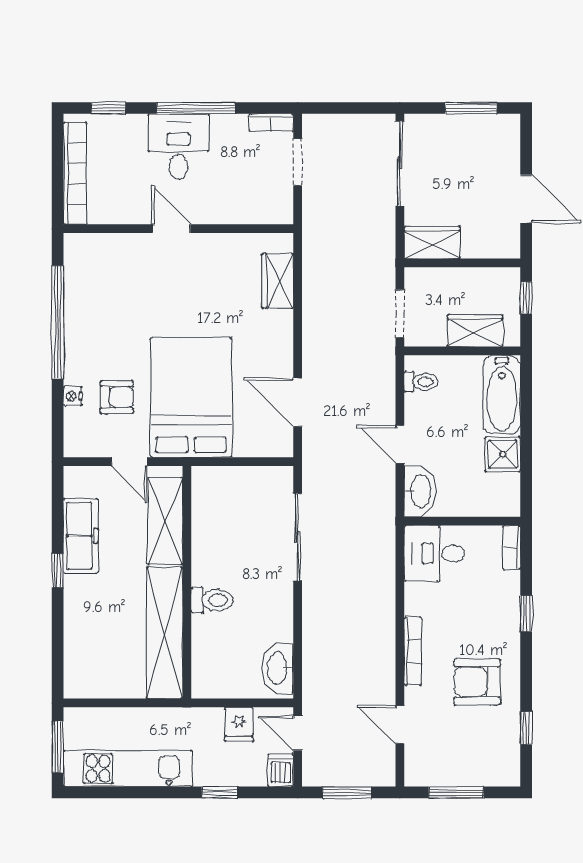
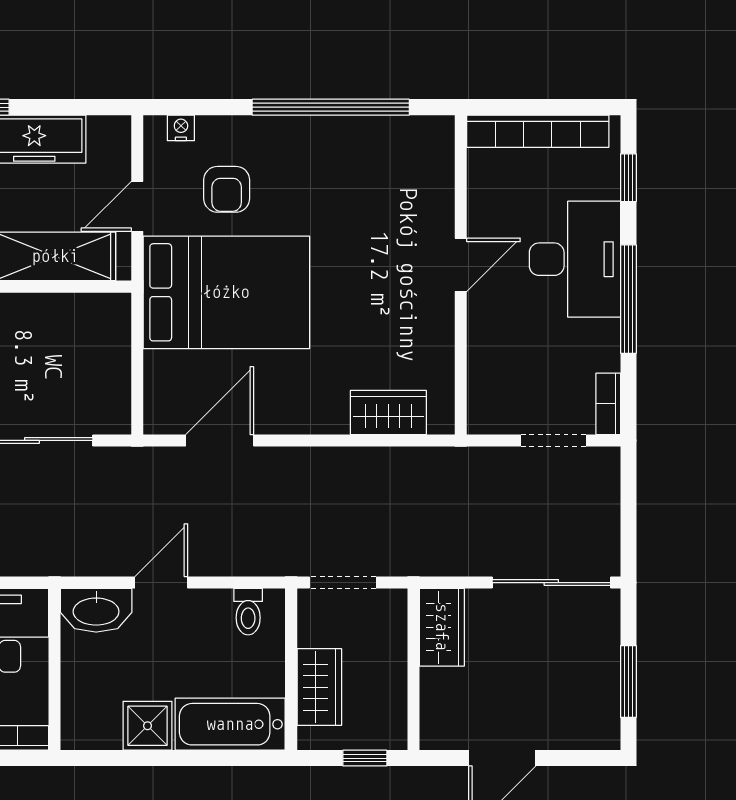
desk: (178, 147) -> (575, 259), width x1.37
nightstand: (73, 396) -> (181, 128), moved

